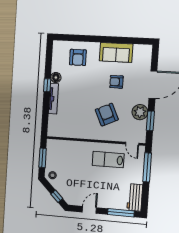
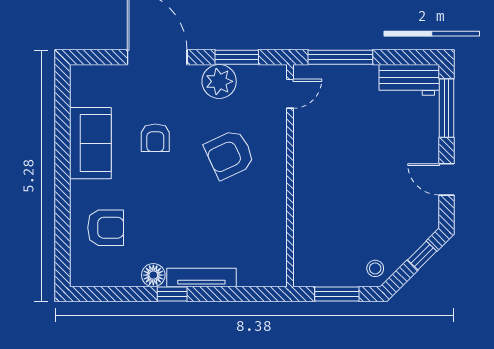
lab bench: (108, 160) -> (330, 145), removed

